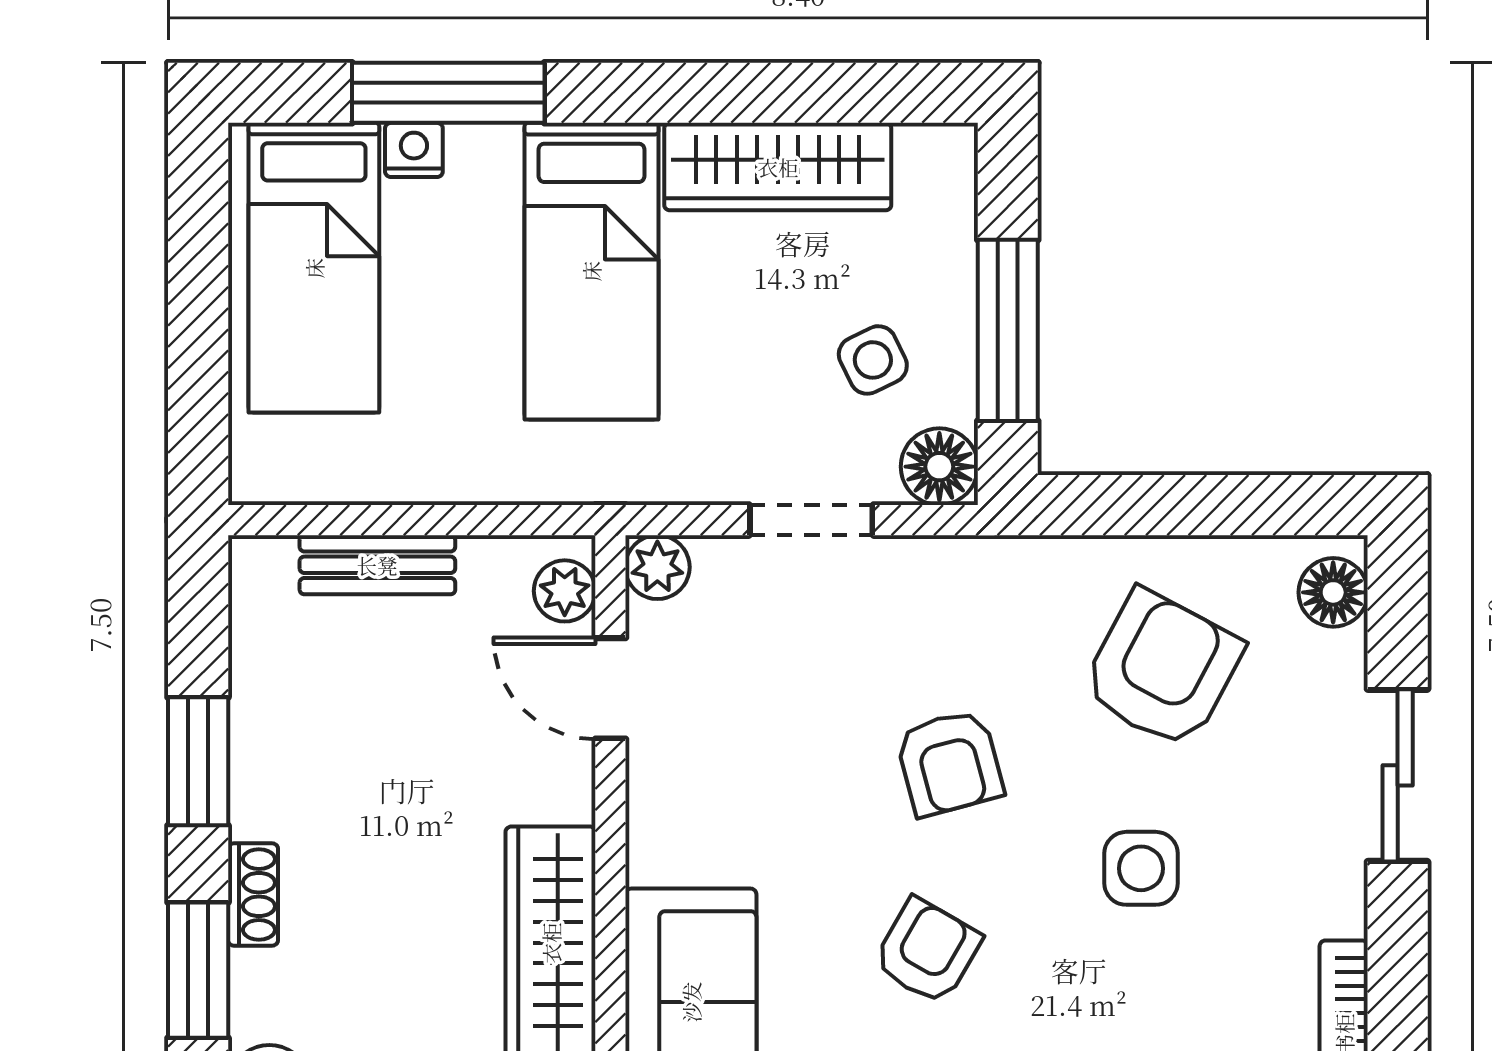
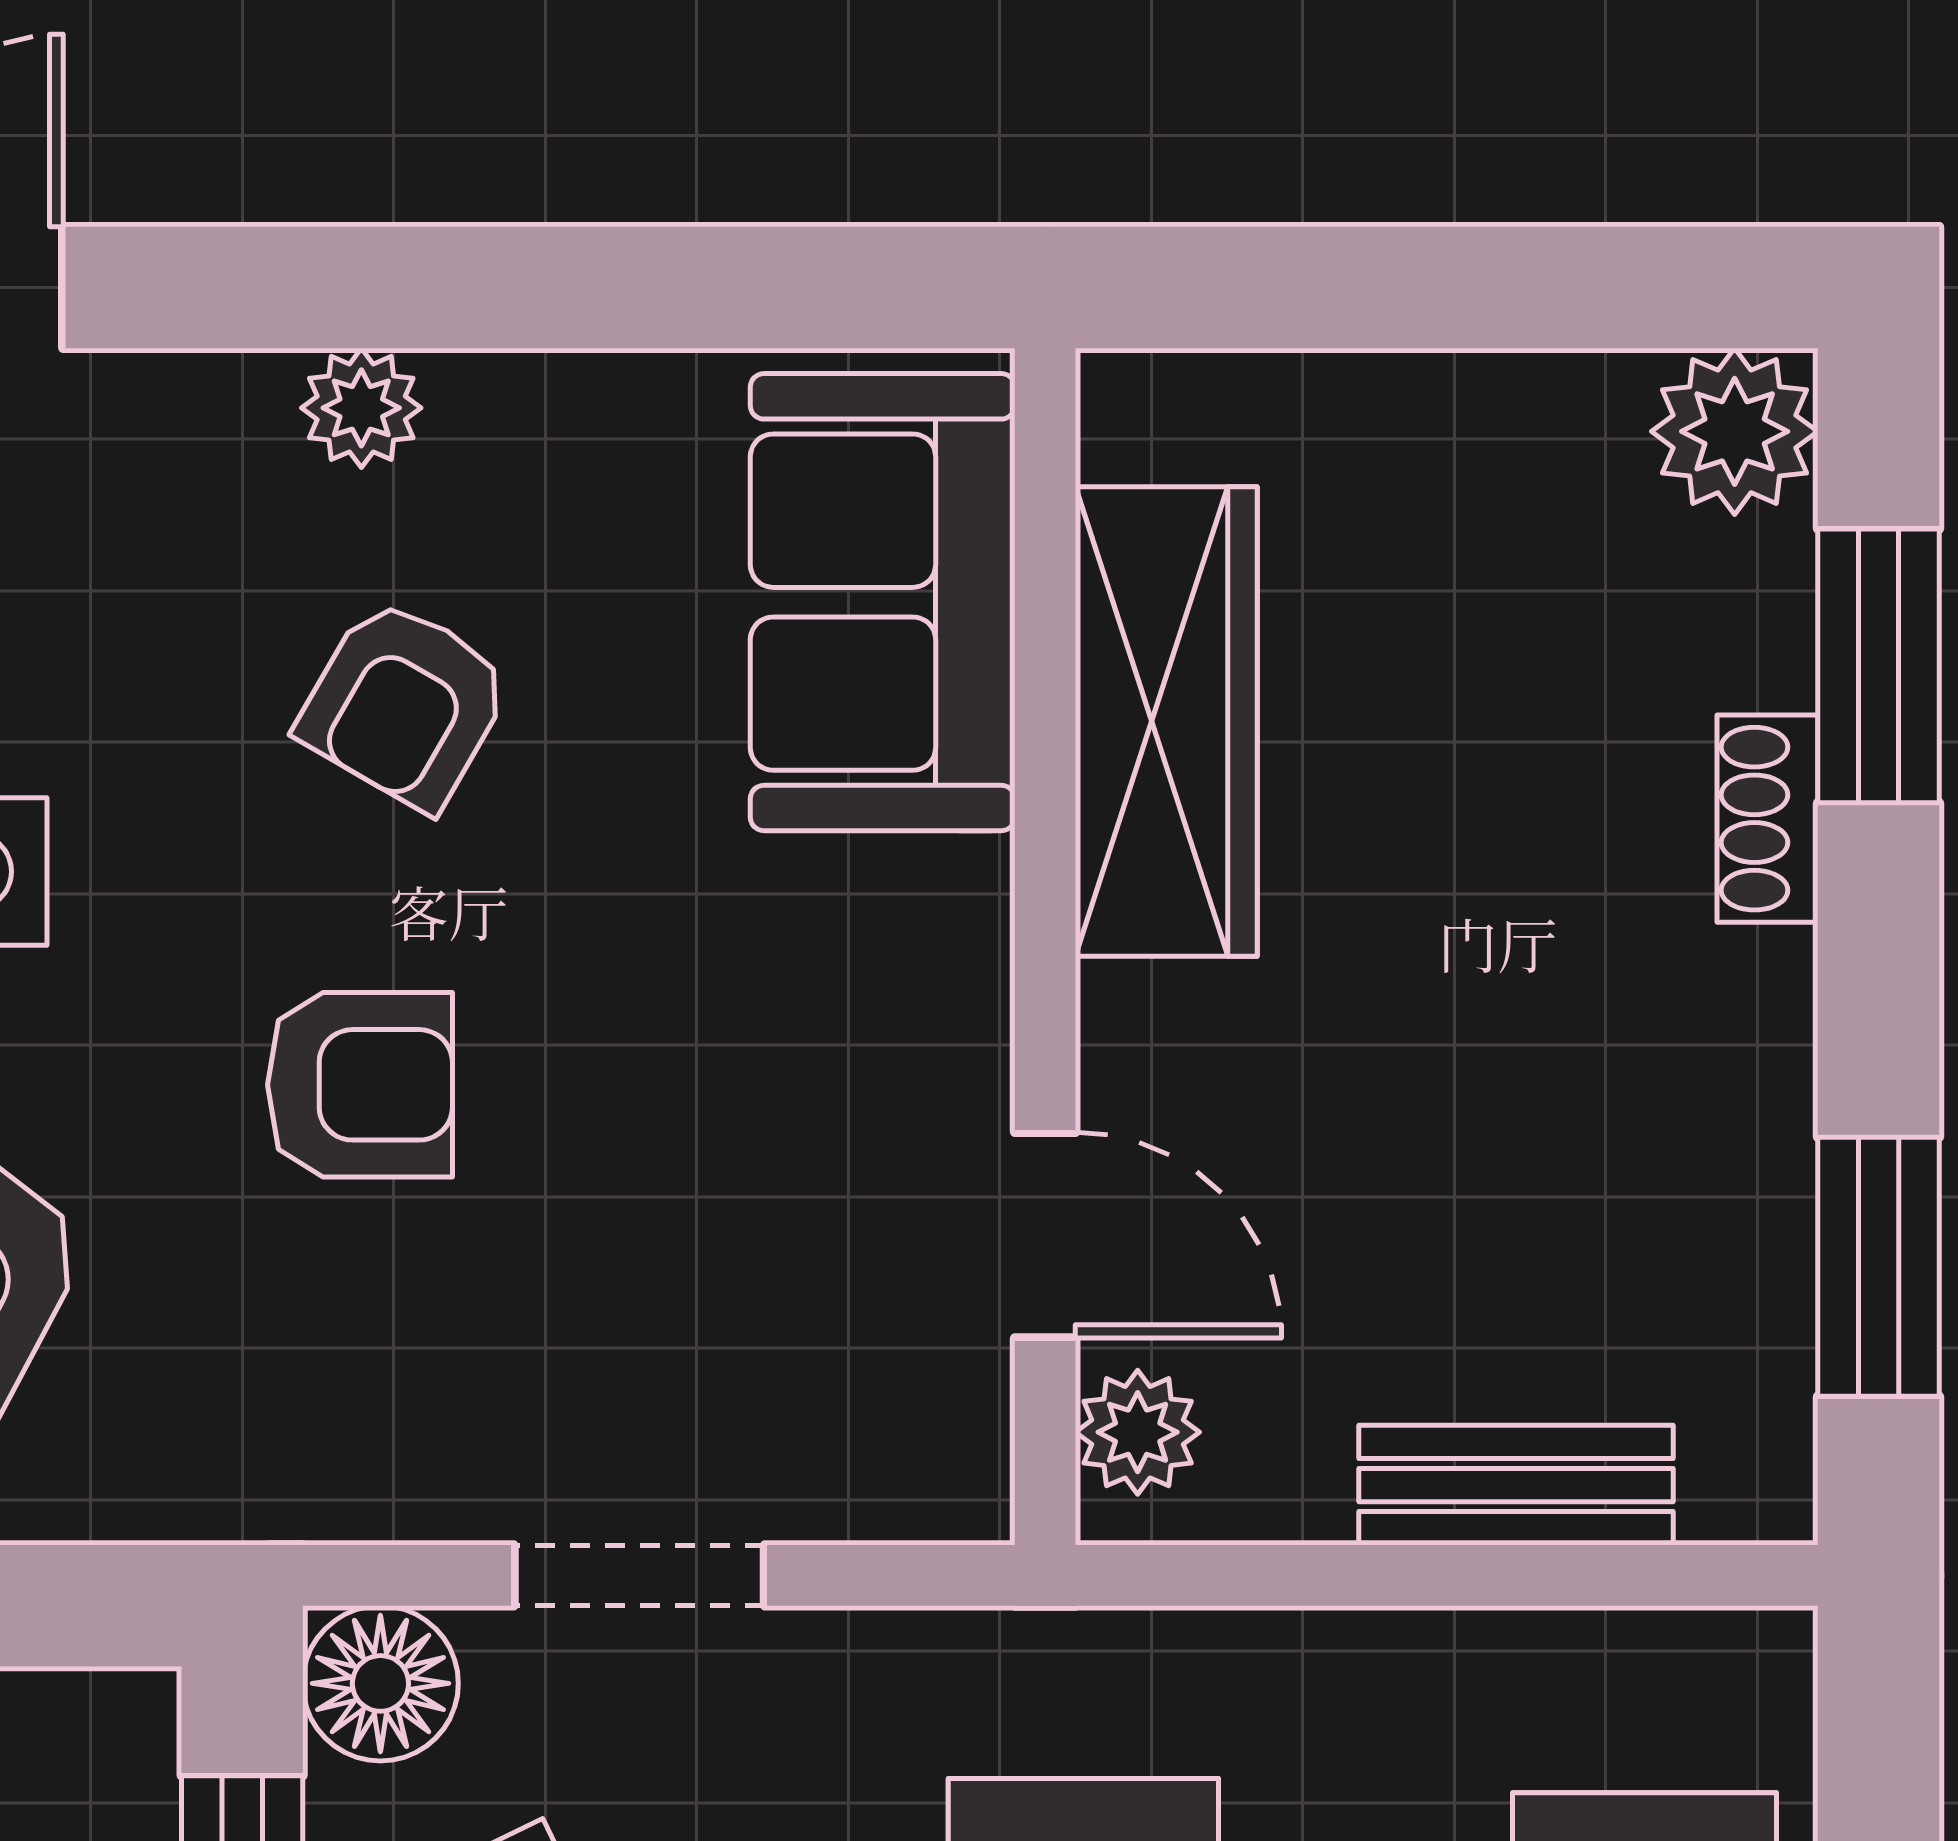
plant: (657, 567) -> (950, 1480), removed
window: (198, 761) -> (1879, 1267), moved
armchair: (949, 763) -> (360, 1085), turned 105

